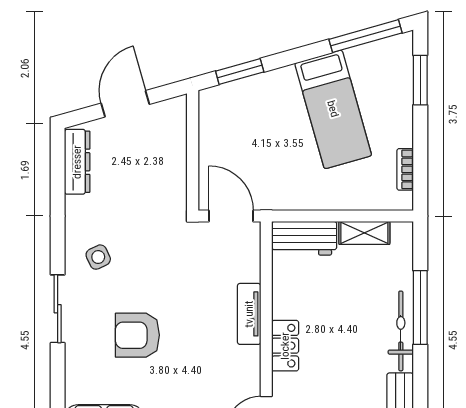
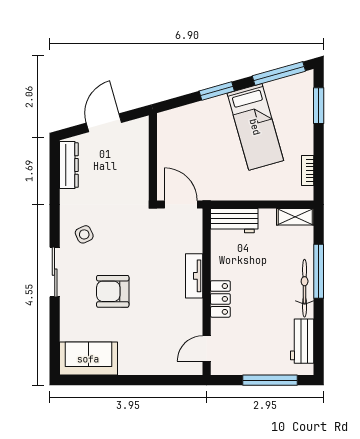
window: (240, 72) -> (217, 91), moved
shelving: (364, 233) -> (295, 217), moved

